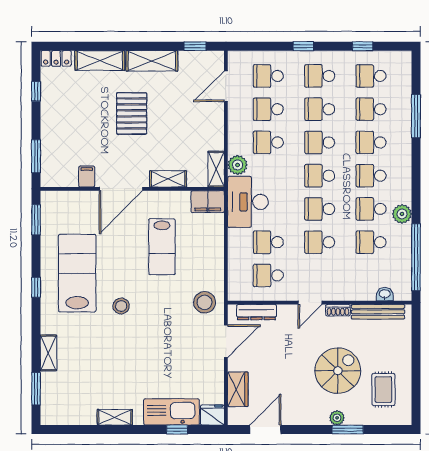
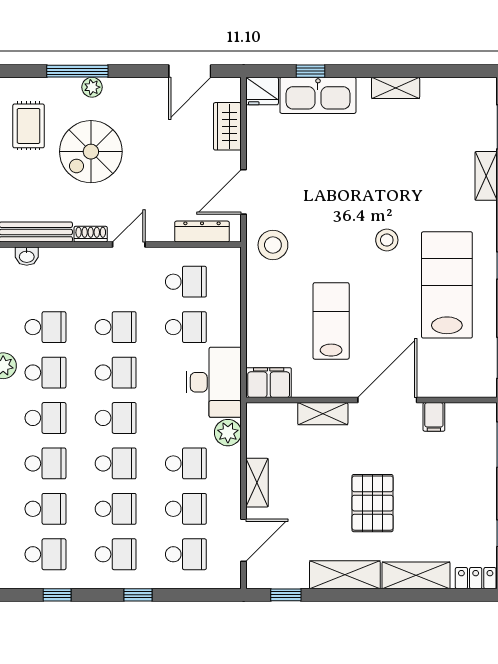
shelving: (216, 169) -> (257, 483), moved
lab bench: (77, 273) -> (447, 285), turned 180
window: (348, 430) -> (77, 71), width x1.44

